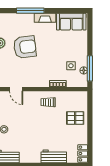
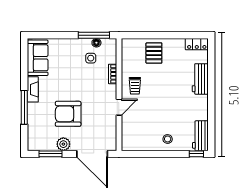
armchair: (25, 47) -> (68, 114), turned -83
door: (16, 89) -> (119, 107), moved

